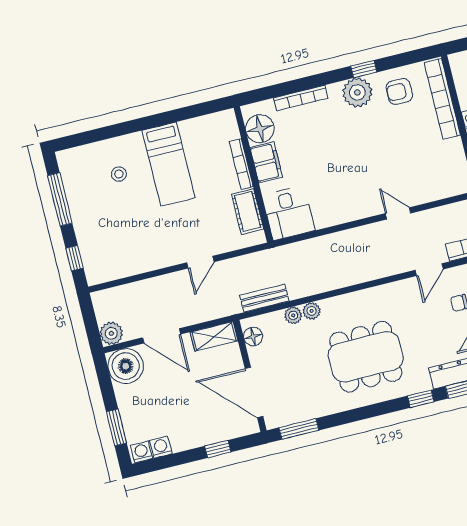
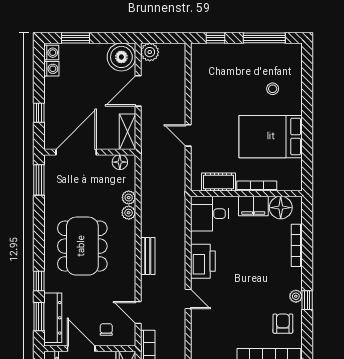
plant: (357, 92) -> (296, 296), width x0.53, depth x0.53
bed: (169, 164) -> (271, 137), width x1.50
printer: (348, 207) -> (203, 261), added
door: (398, 213) -> (188, 299), hinge flipped
bench: (264, 298) -> (148, 256), moved

